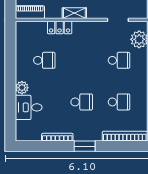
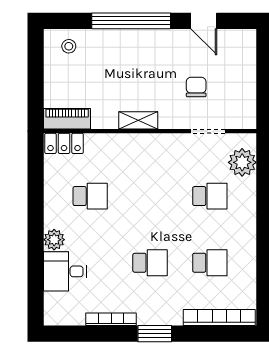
locker: (60, 28) -> (64, 143), moved

